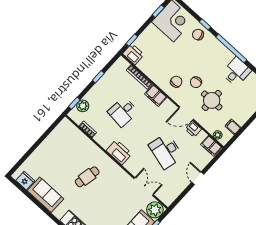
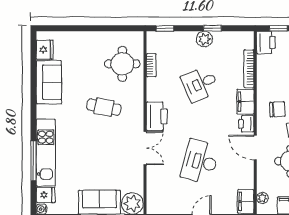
plant: (83, 106) -> (204, 39), moved
desk: (123, 112) -> (200, 84), turned -30
printer: (193, 129) -> (246, 124), moved
round table: (72, 145) -> (122, 64), added
double door: (144, 187) -> (145, 148), moved

